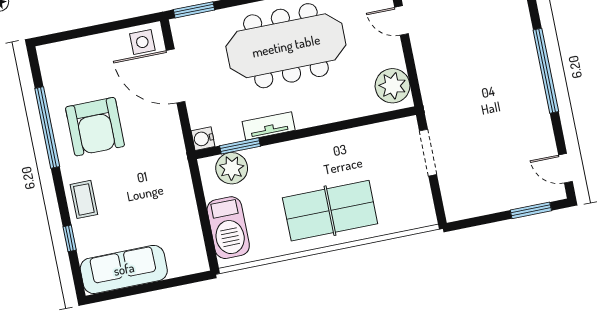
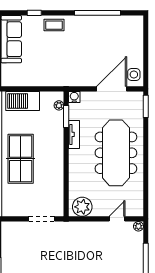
armchair: (95, 127) -> (93, 39), removed
plant: (232, 168) -> (59, 105), width x0.53, depth x0.53

